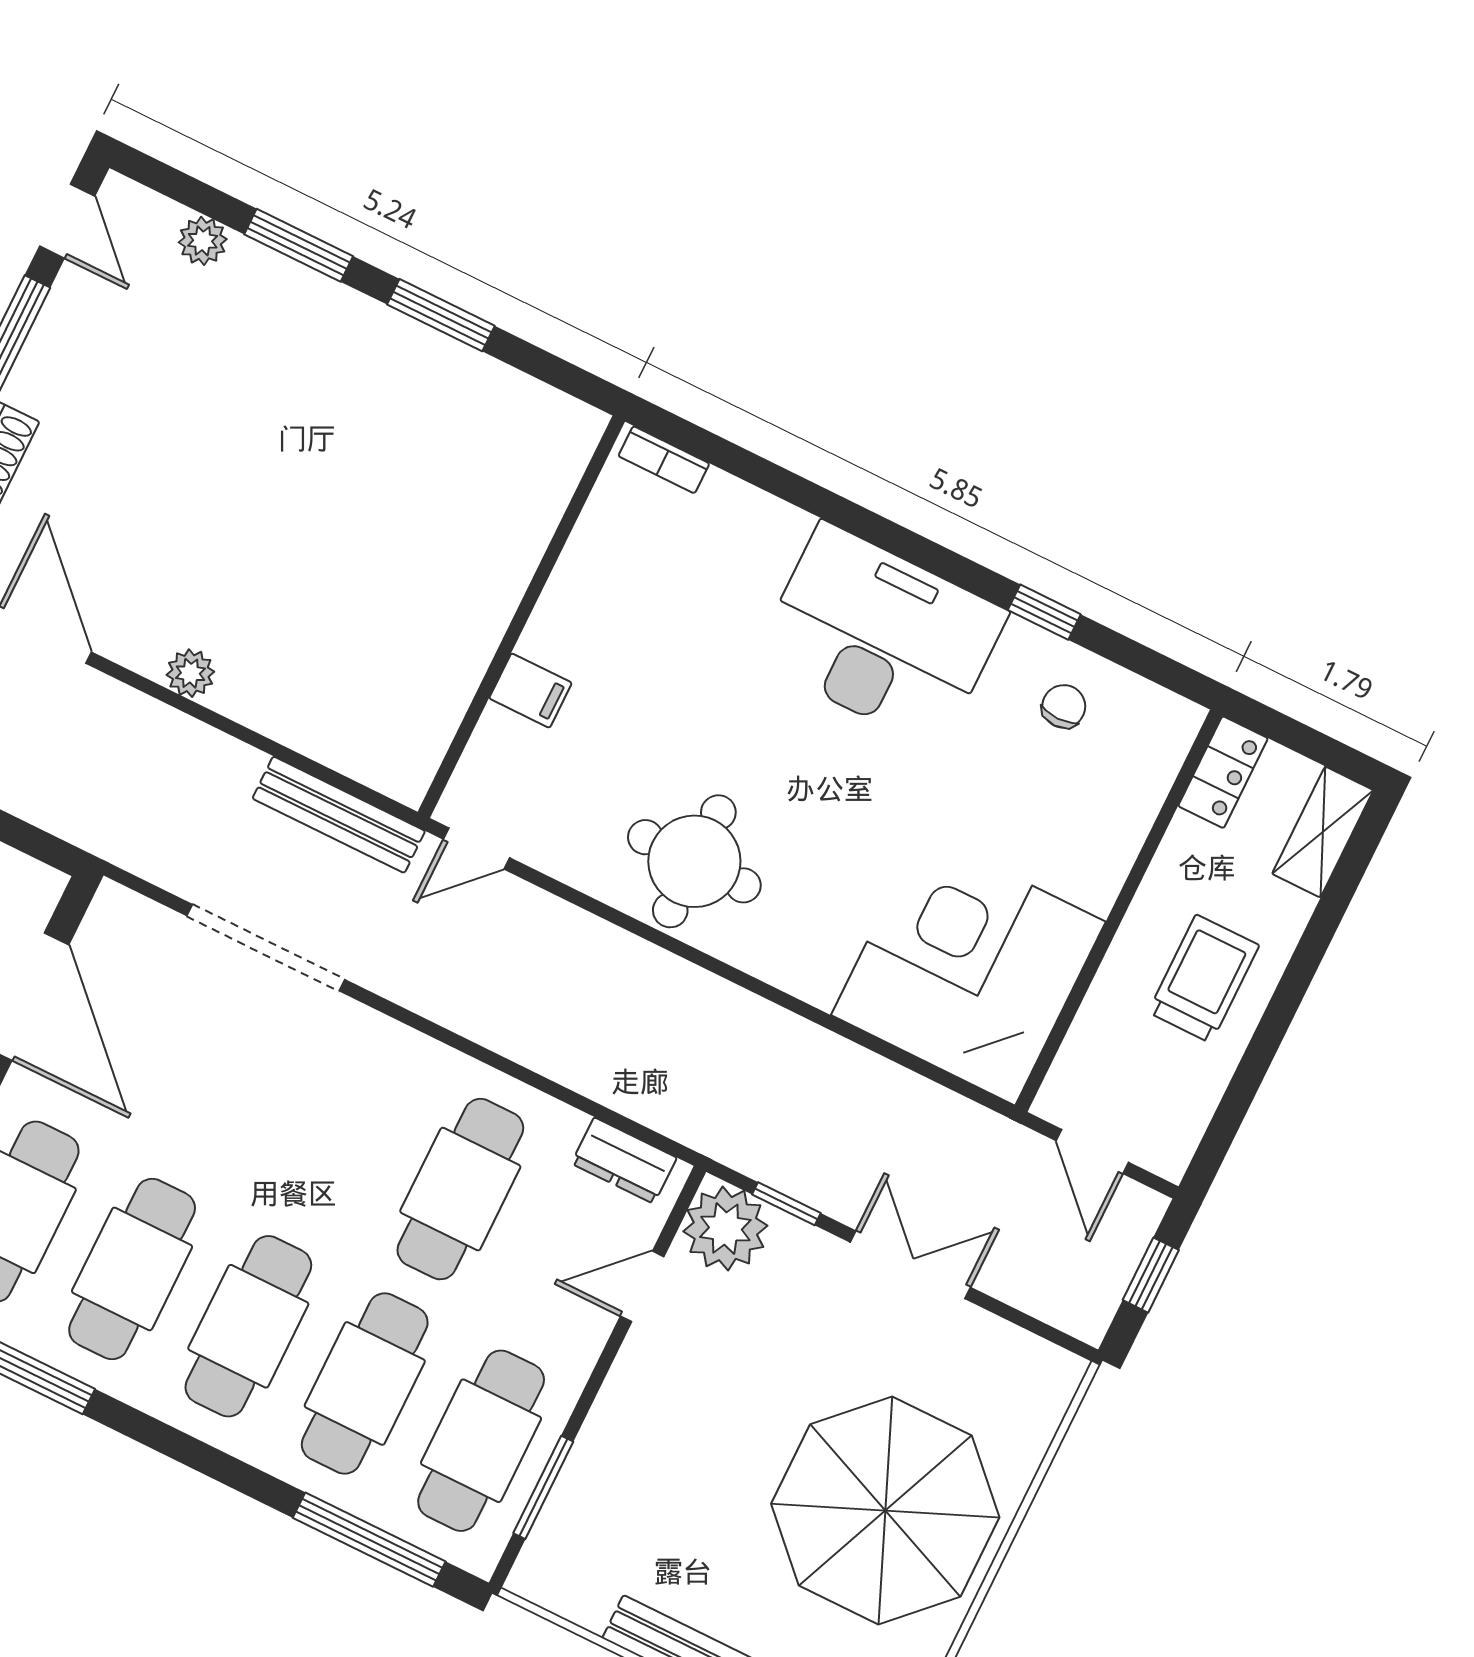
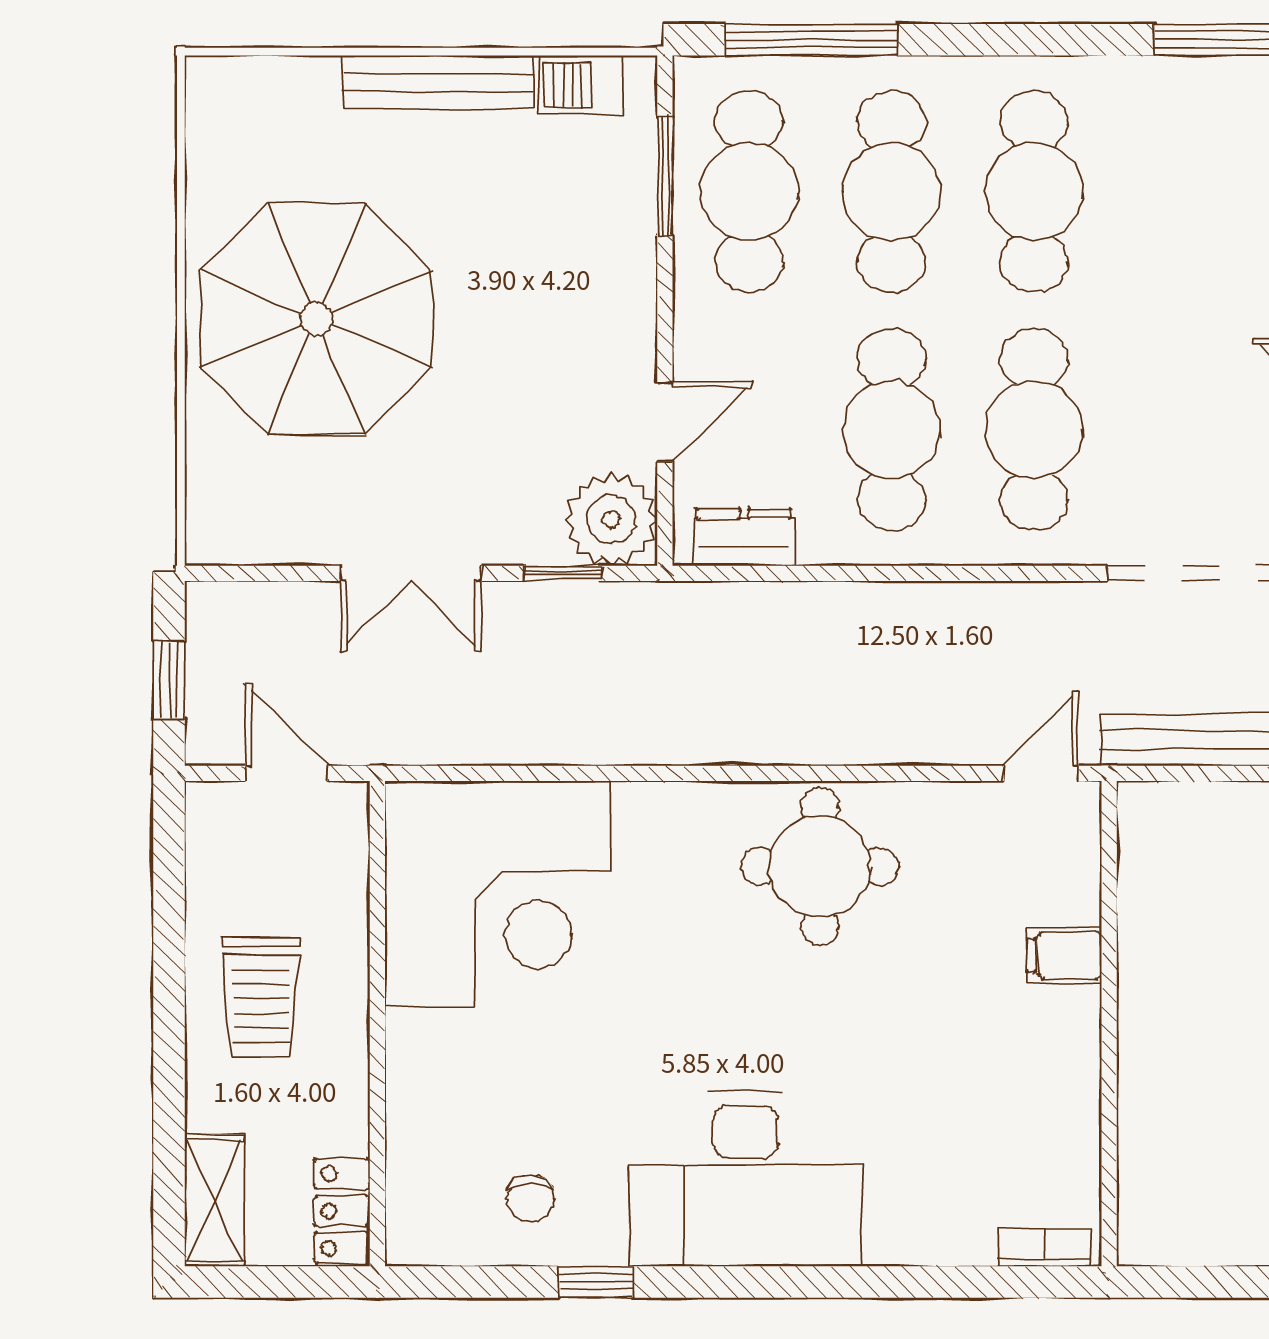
cafe table: (132, 1269) -> (1034, 430), moved
barbecue: (576, 1595) -> (581, 85), added

